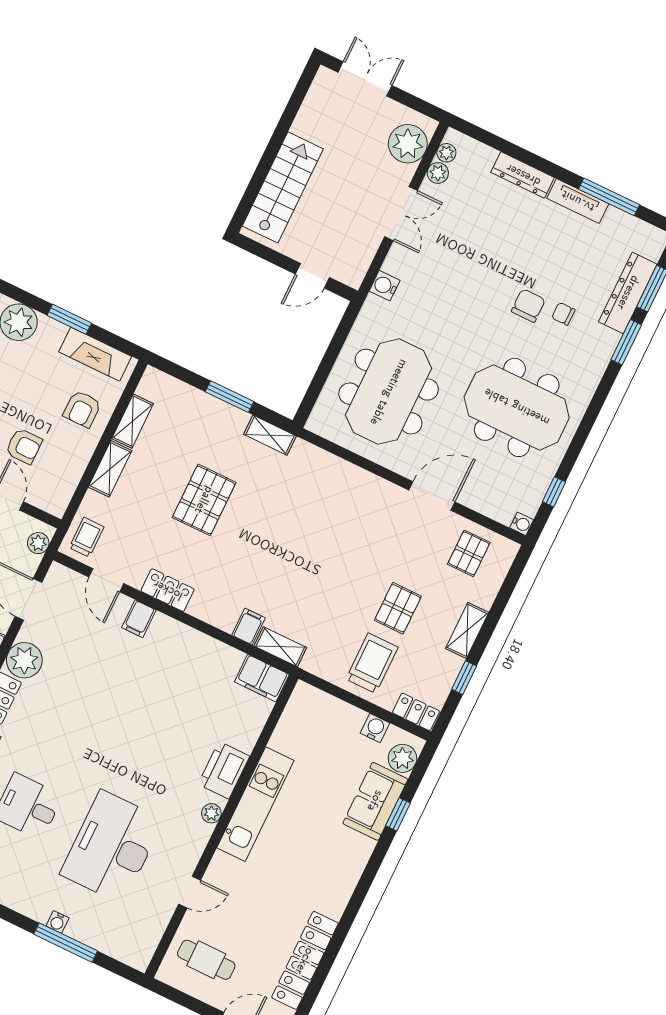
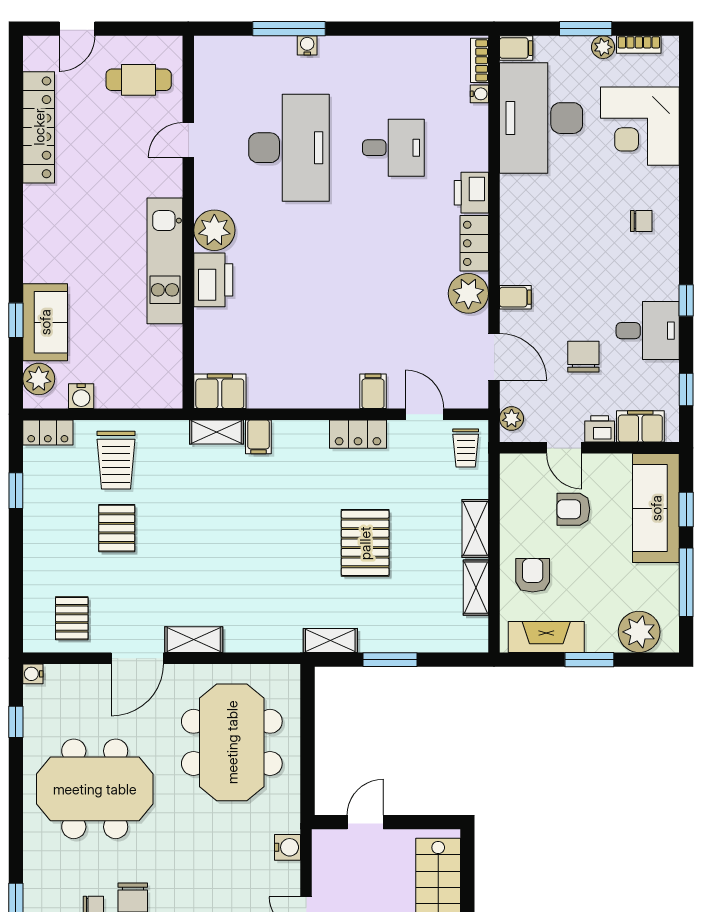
shelving: (467, 631) -> (194, 640), moved, turned 90
plant: (211, 813) -> (214, 230), width x1.87, depth x1.87

